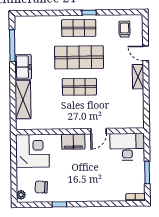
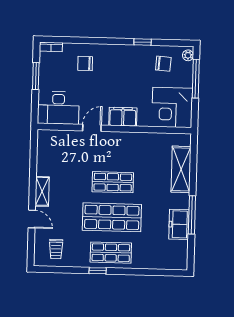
window: (12, 46) -> (192, 215), moved
freezer: (23, 67) -> (179, 224), moved
window: (14, 176) -> (196, 79), added
chair: (106, 185) -> (85, 63), added

